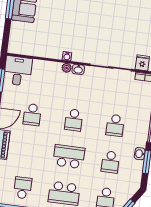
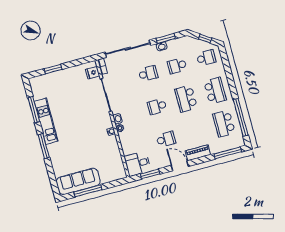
school desk: (74, 120) -> (157, 106), turned 180
school desk: (110, 162) -> (177, 66), turned 180
school desk: (23, 188) -> (224, 124), width x1.85

